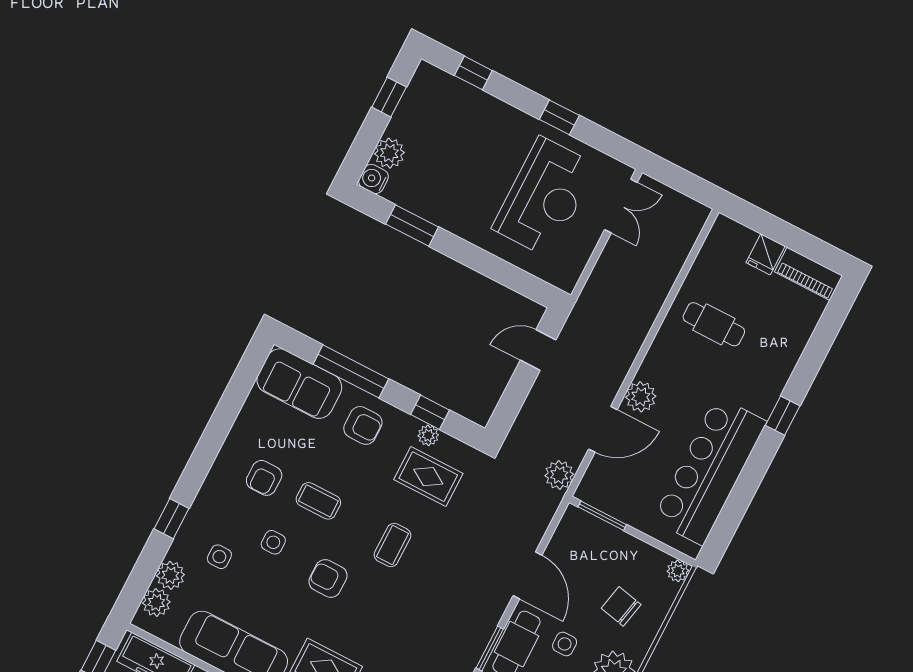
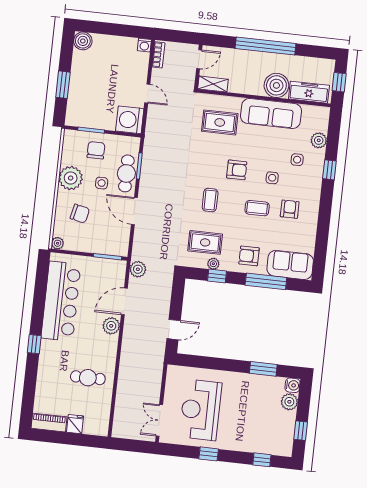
plant: (156, 602) -> (321, 124), removed

